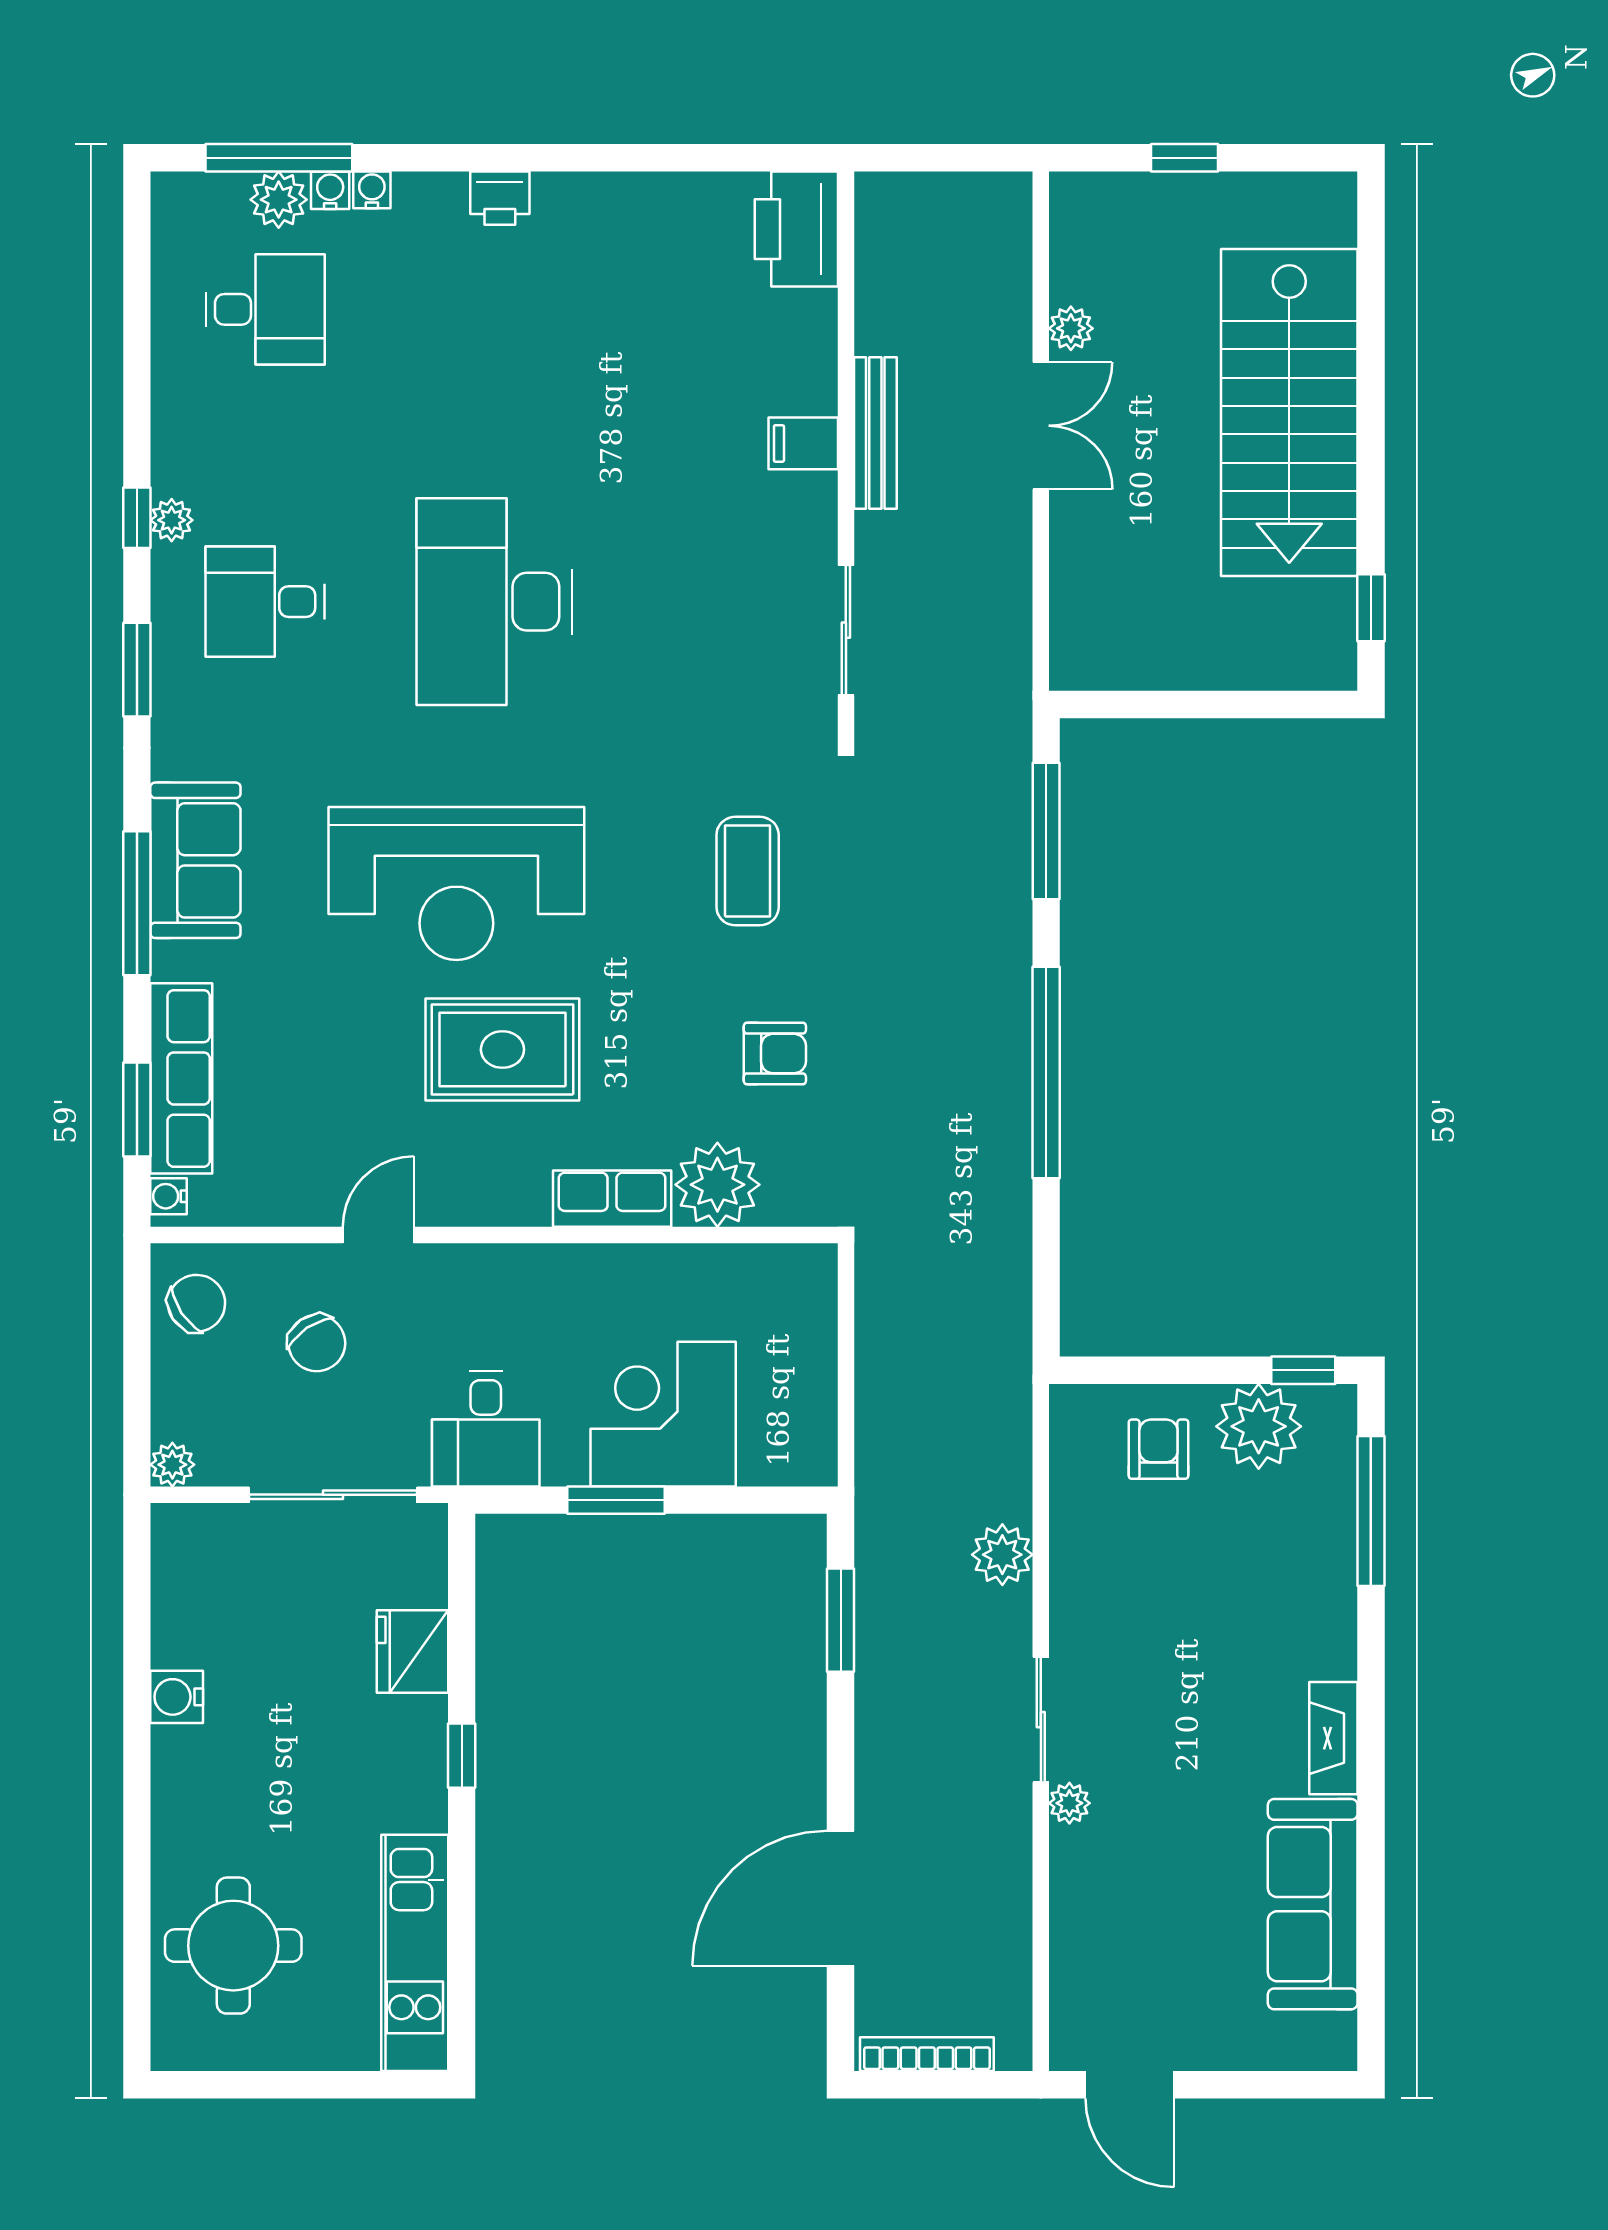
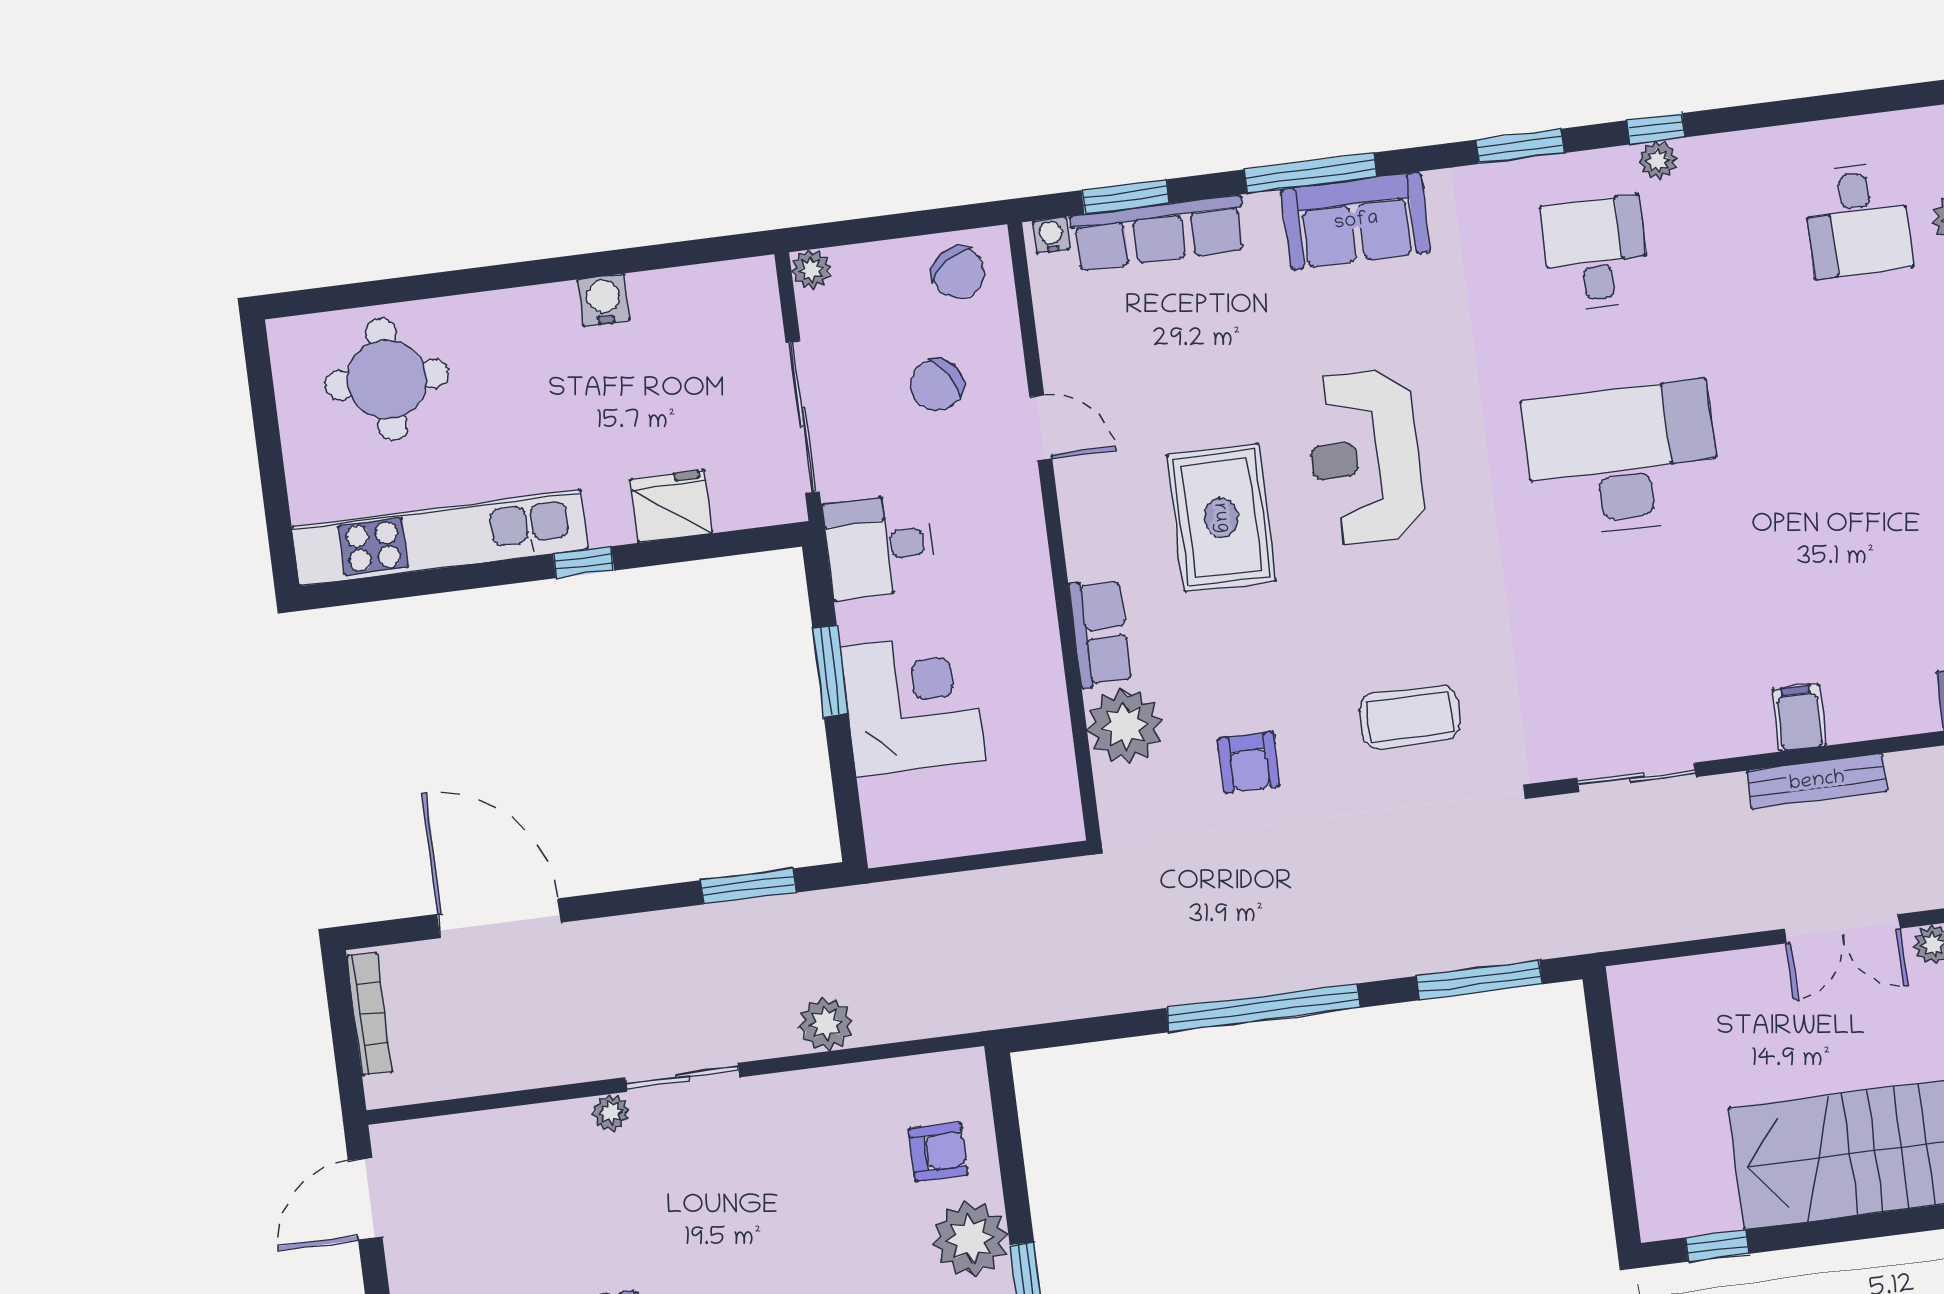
reception desk: (456, 883) -> (1365, 457), width x0.74, depth x0.77
kitchen unit: (415, 1953) -> (440, 538), width x1.36

